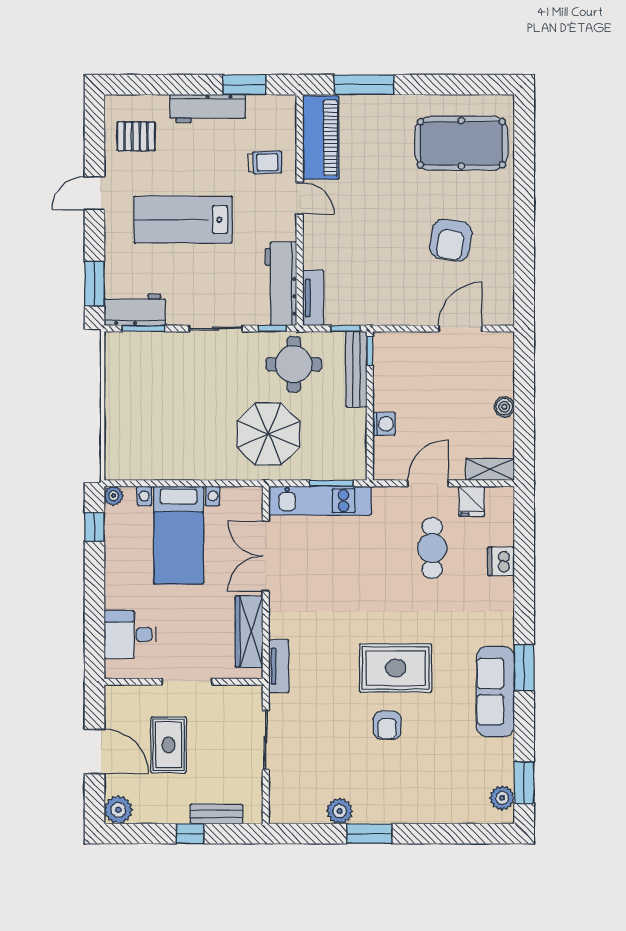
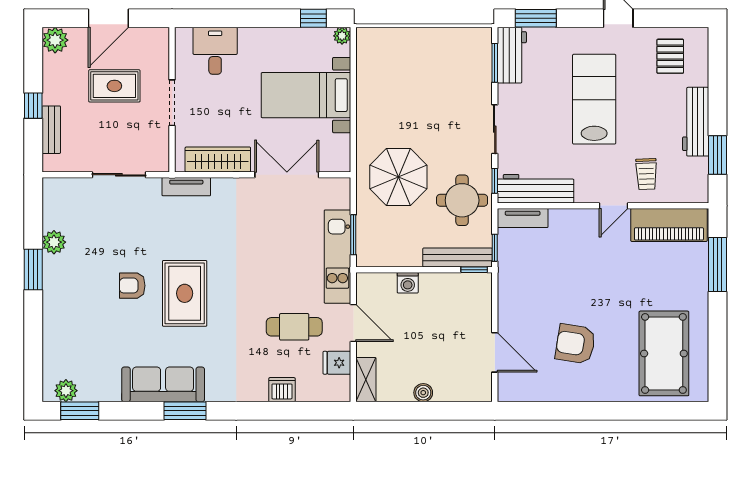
kitchen unit: (320, 501) -> (337, 257), moved

